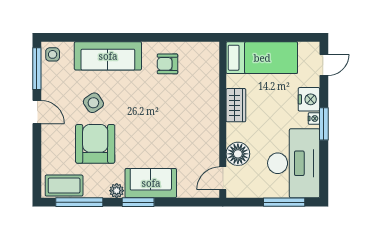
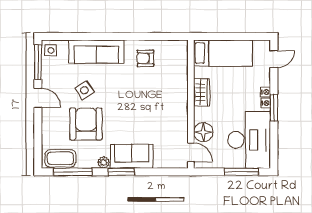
nightstand: (309, 99) -> (266, 92), width x0.53, depth x0.56
door: (223, 178) -> (191, 152), swing flipped

